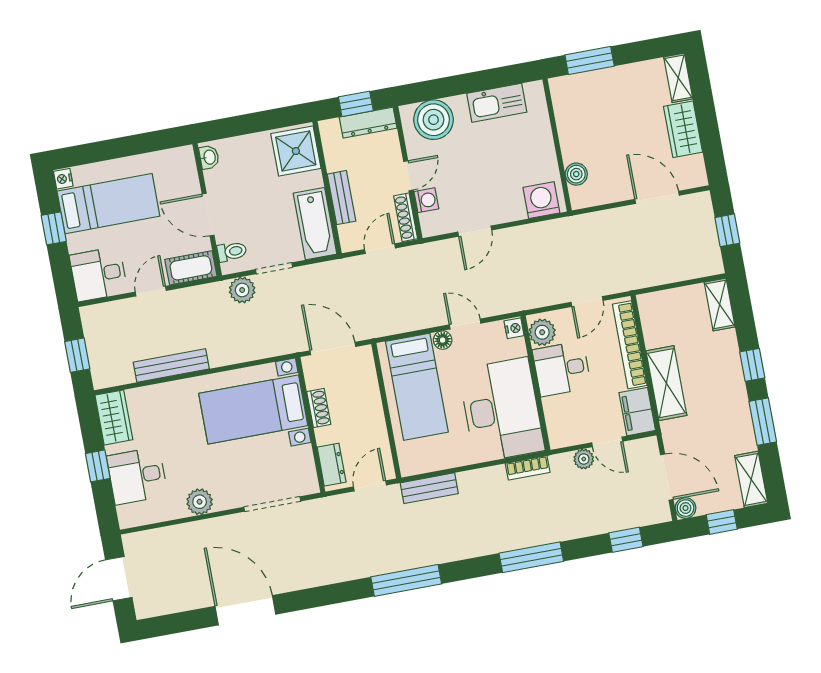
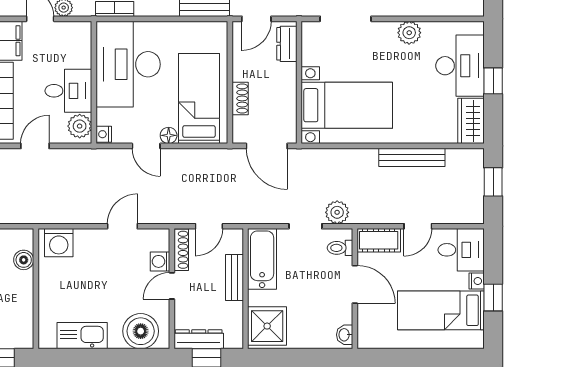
nightstand: (63, 179) -> (477, 281), moved
shoe rack: (319, 408) -> (240, 98), moved, turned 180
desk: (137, 476) -> (460, 66), width x1.37

